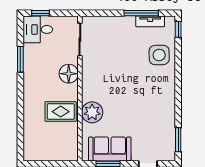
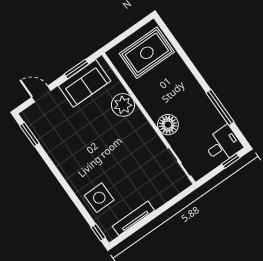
window: (141, 13) -> (141, 224), removed
tv unit: (150, 21) -> (133, 218), width x1.41
window: (20, 59) -> (220, 107), width x1.44
rug: (61, 112) -> (147, 53), moved, width x1.36, depth x1.43

